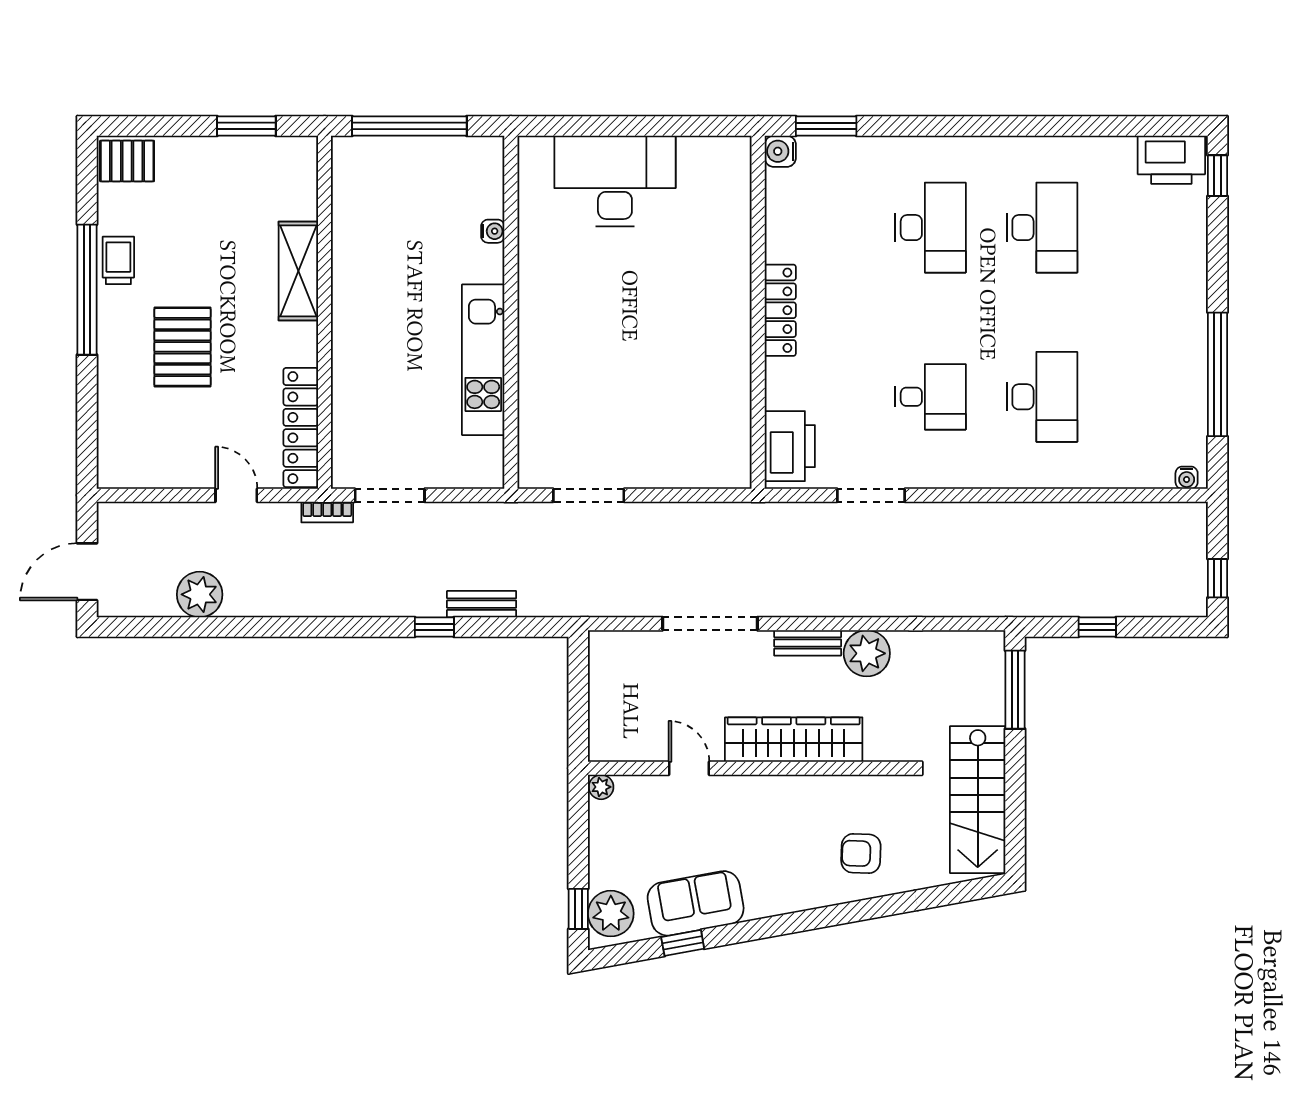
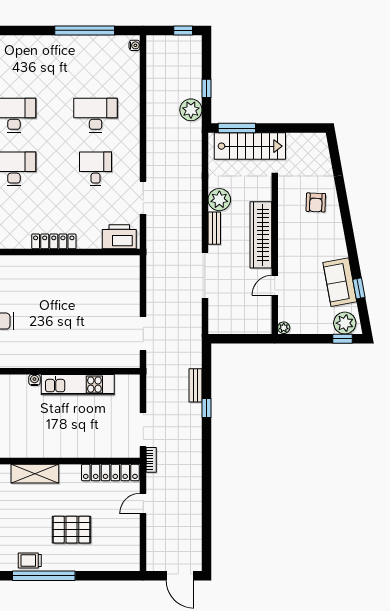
water cooler: (493, 231) -> (35, 380), moved
plant: (200, 594) -> (191, 110), moved
stairs: (978, 800) -> (250, 146), moved

